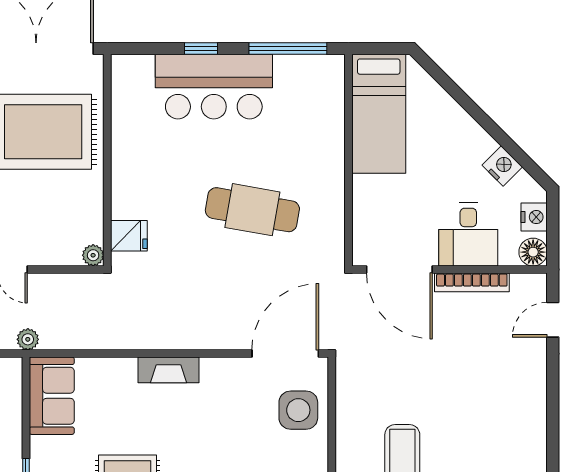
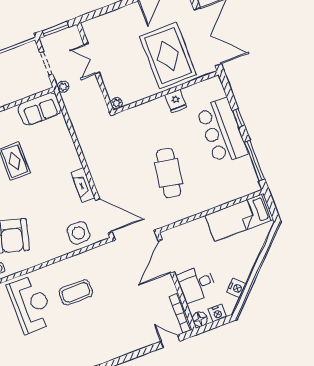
fridge: (129, 236) -> (176, 101), moved
bookcase: (472, 282) -> (181, 313), moved
fireplace: (168, 370) -> (83, 185), moved

